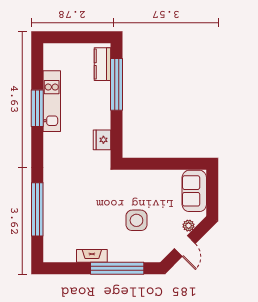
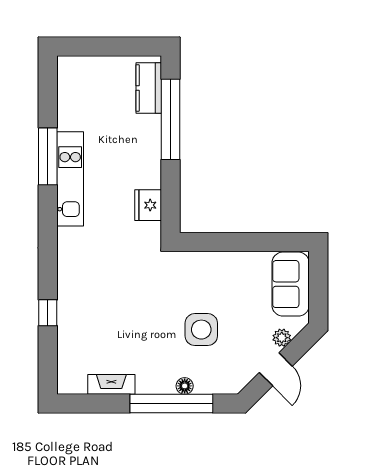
kitchen unit: (52, 101) -> (70, 179), moved
window: (37, 209) -> (48, 313), width x0.32
fireplace: (92, 256) -> (111, 384), moved
floor lamp: (126, 257) -> (185, 386), added

